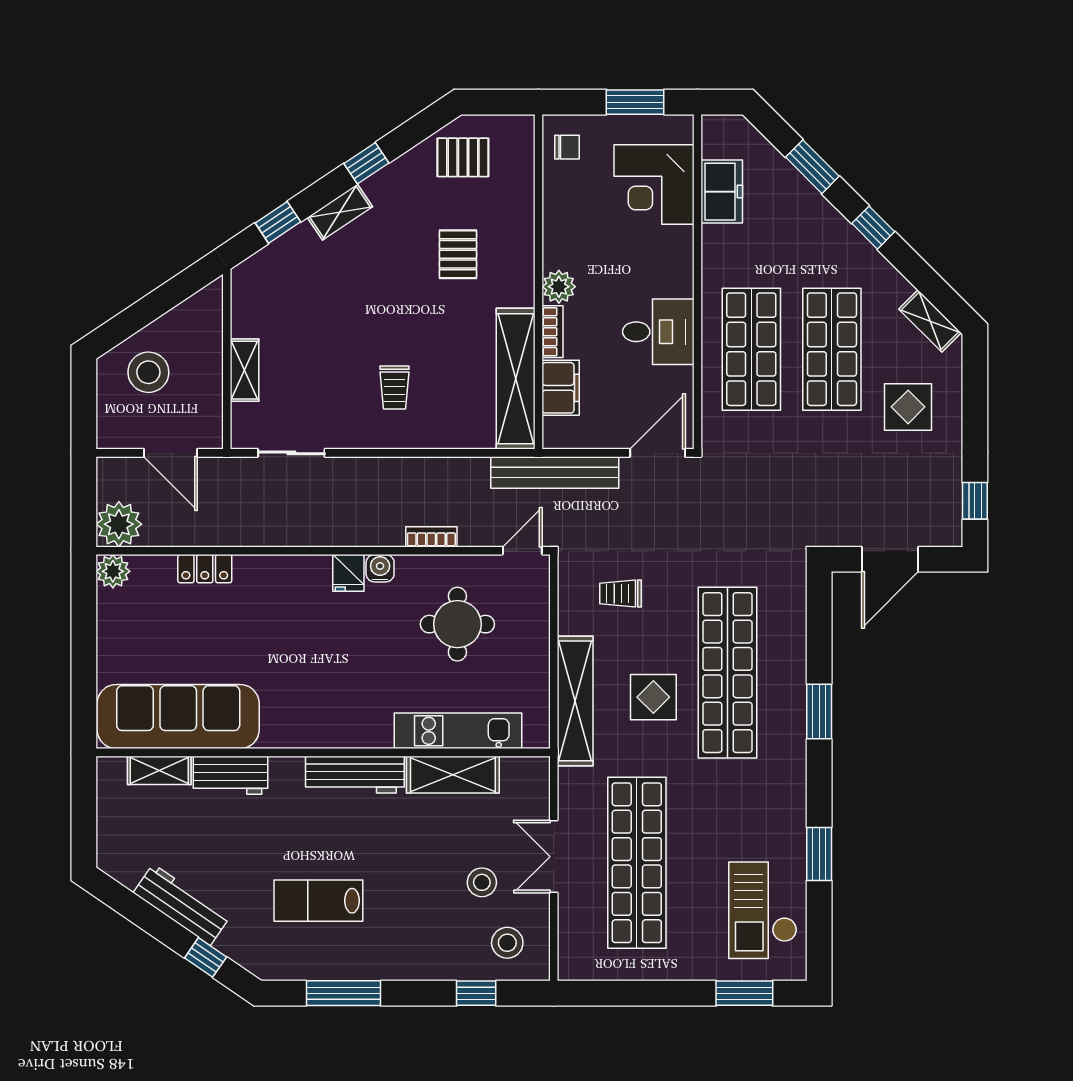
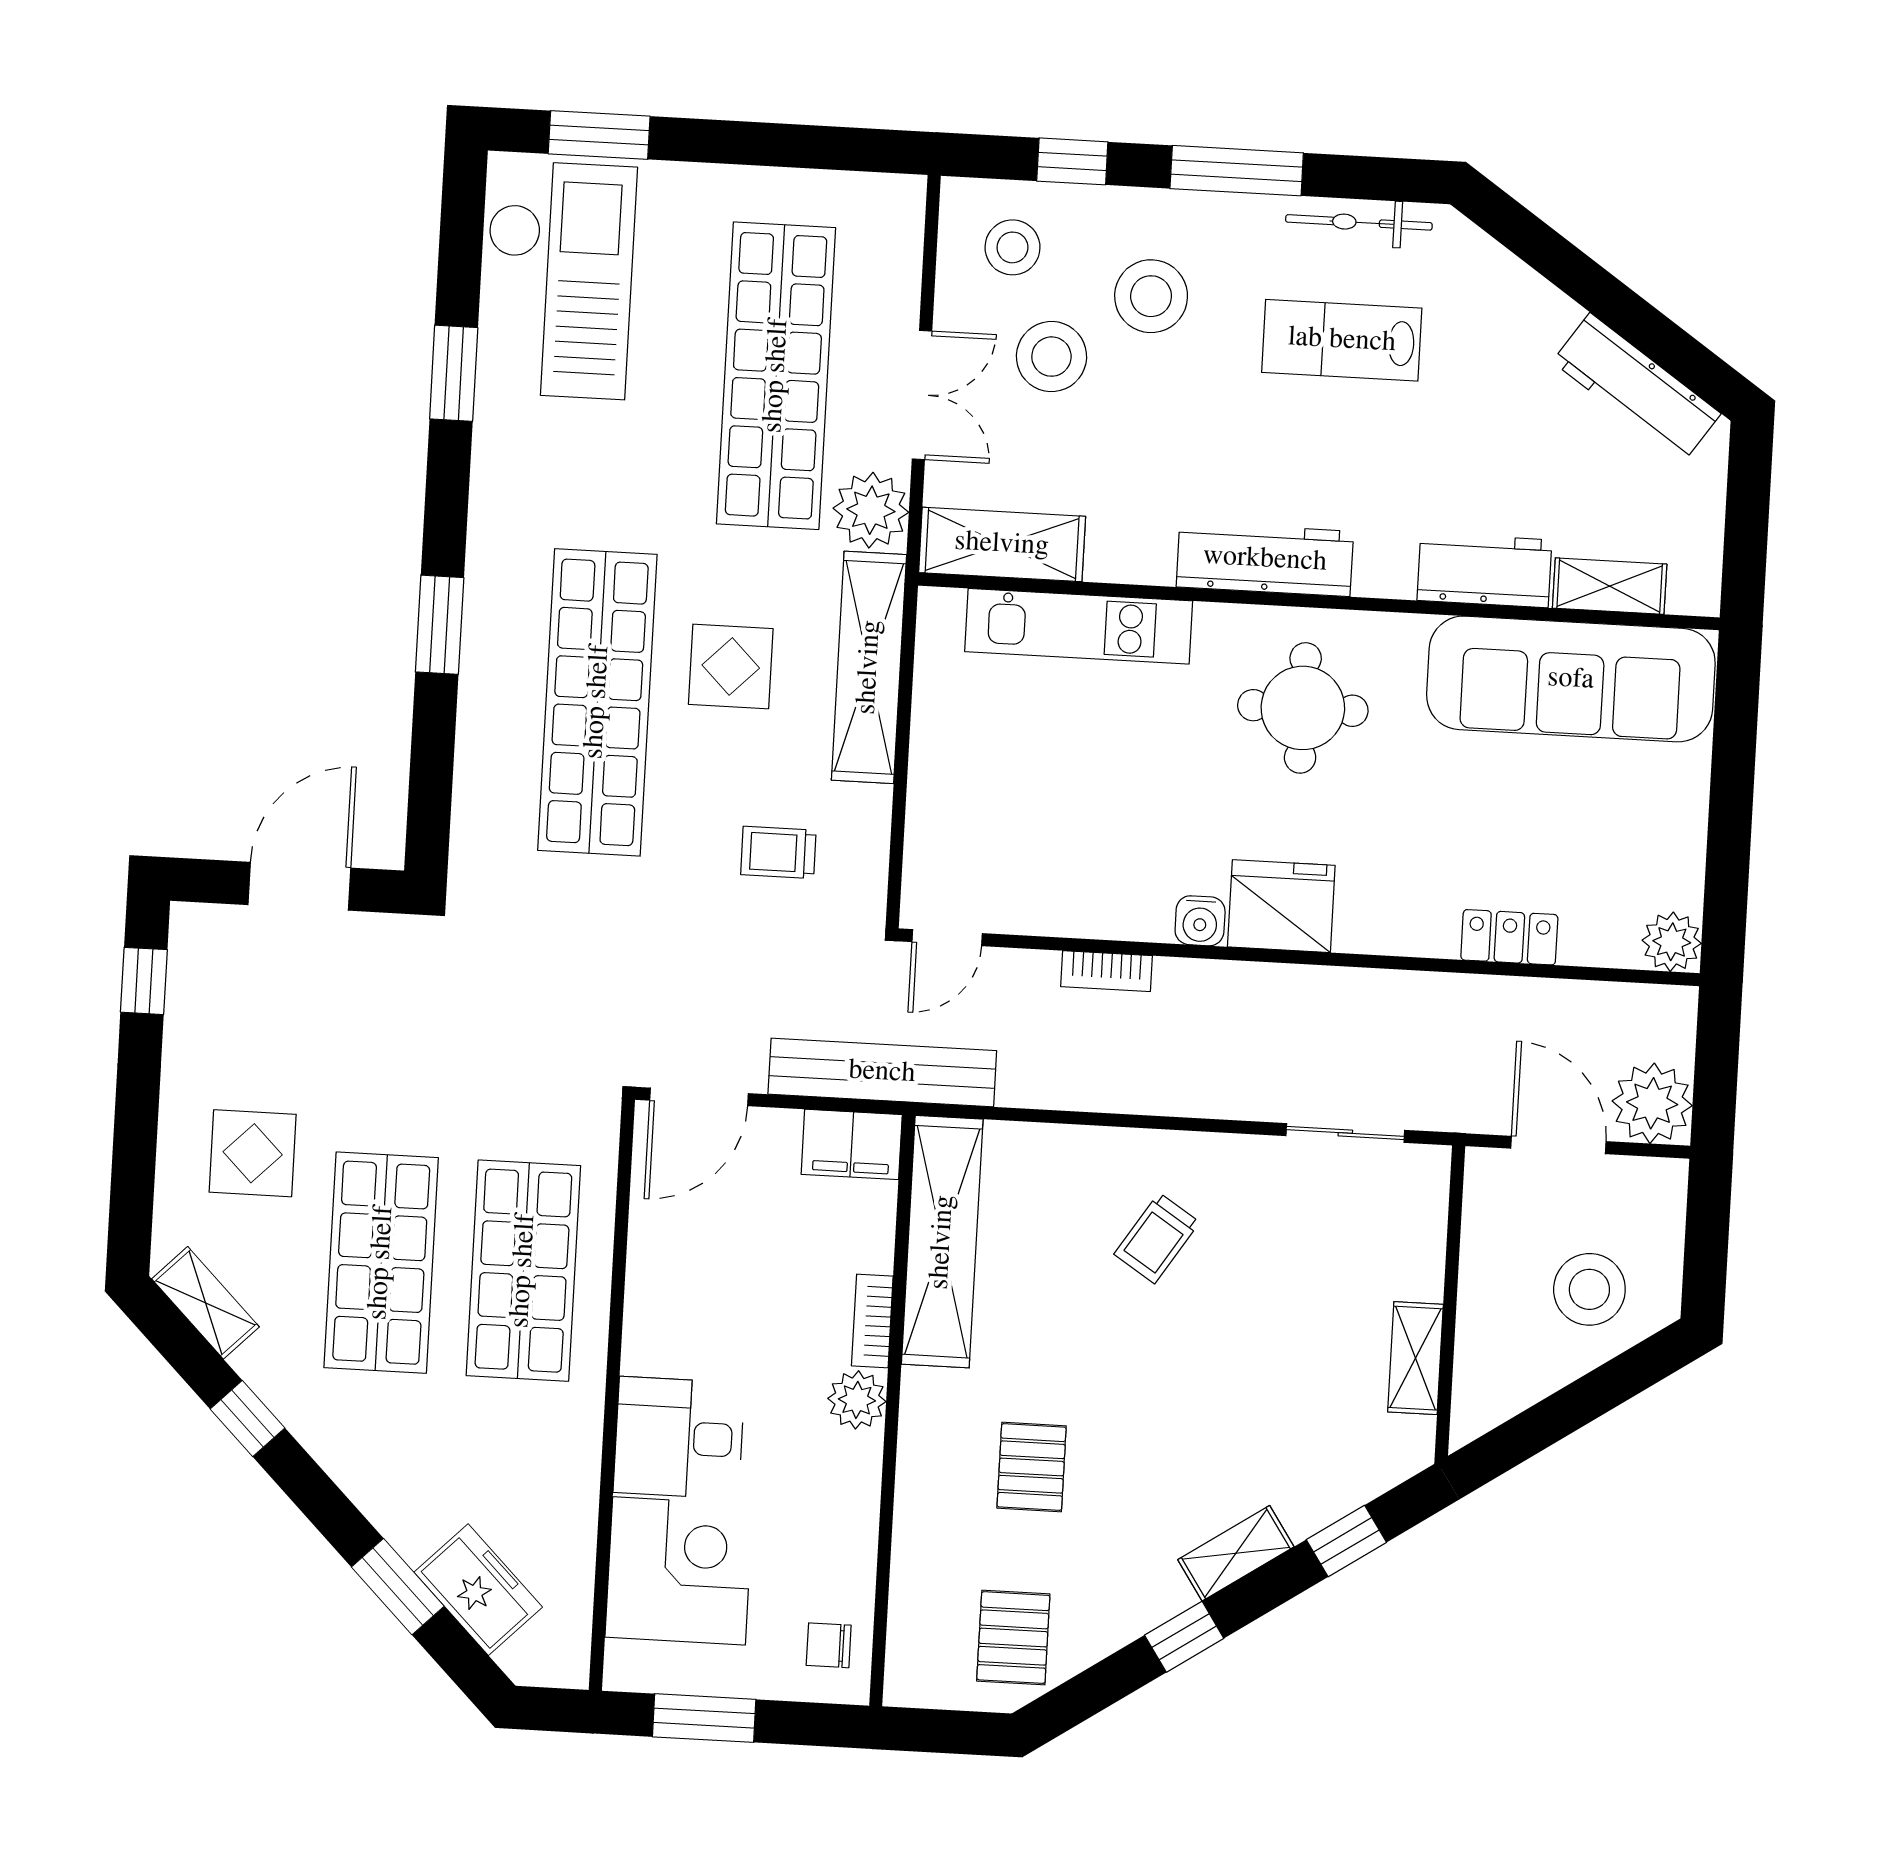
pallet: (463, 157) -> (1013, 1638), turned 90
freezer: (722, 192) -> (478, 1590), moved, turned 135
window: (873, 228) -> (248, 1419), moved
desk: (658, 332) -> (679, 1438), moved
shelving: (245, 370) -> (1415, 1358), moved
trolley: (395, 387) -> (1157, 1238), turned -147
filing cabinet: (561, 388) -> (852, 1144), moved, turned -90
plant: (119, 524) -> (1652, 1103), moved
fridge: (348, 573) -> (1281, 906), width x1.88, depth x1.34
trolley: (620, 594) -> (778, 852), turned 180
round table: (457, 624) -> (1303, 708), moved
shelving: (453, 775) -> (1002, 544), moved
plant: (579, 790) -> (871, 510), added
stool: (482, 882) -> (1051, 357), width x1.38, depth x1.38
lab bench: (318, 901) -> (1342, 340), turned 180
workbench: (182, 905) -> (1636, 388), moved
checkout: (763, 910) -> (559, 280), width x1.36, depth x1.21
stool: (427, 920) -> (1151, 296), added
window: (206, 957) -> (1546, 251), removed
bicycle: (312, 968) -> (1359, 222), added
window: (344, 993) -> (1237, 171), moved

